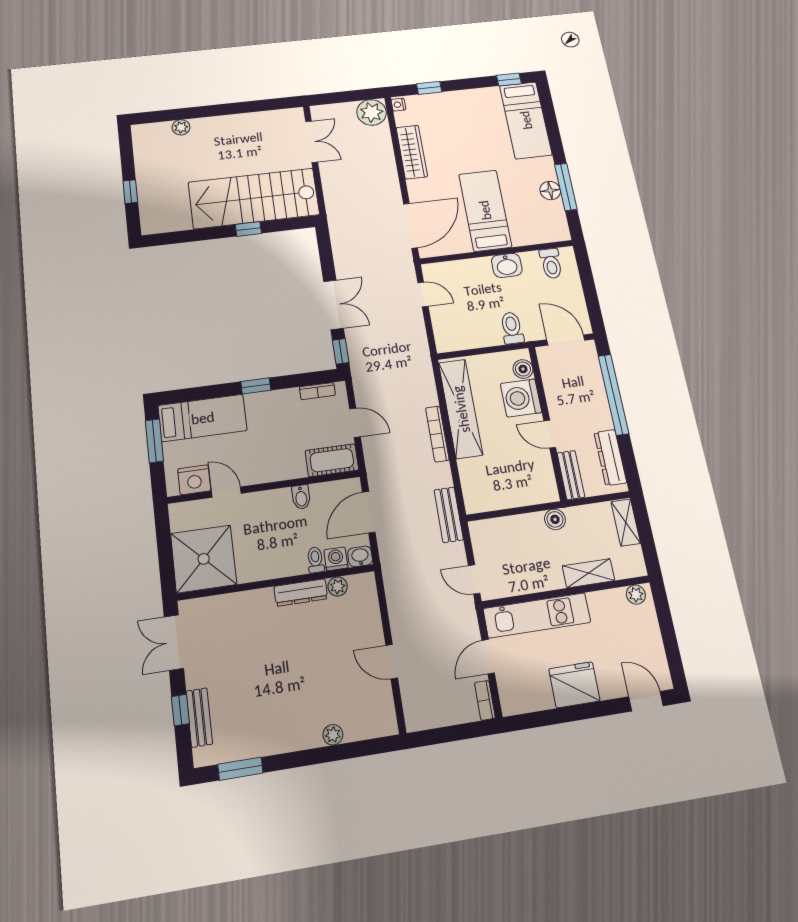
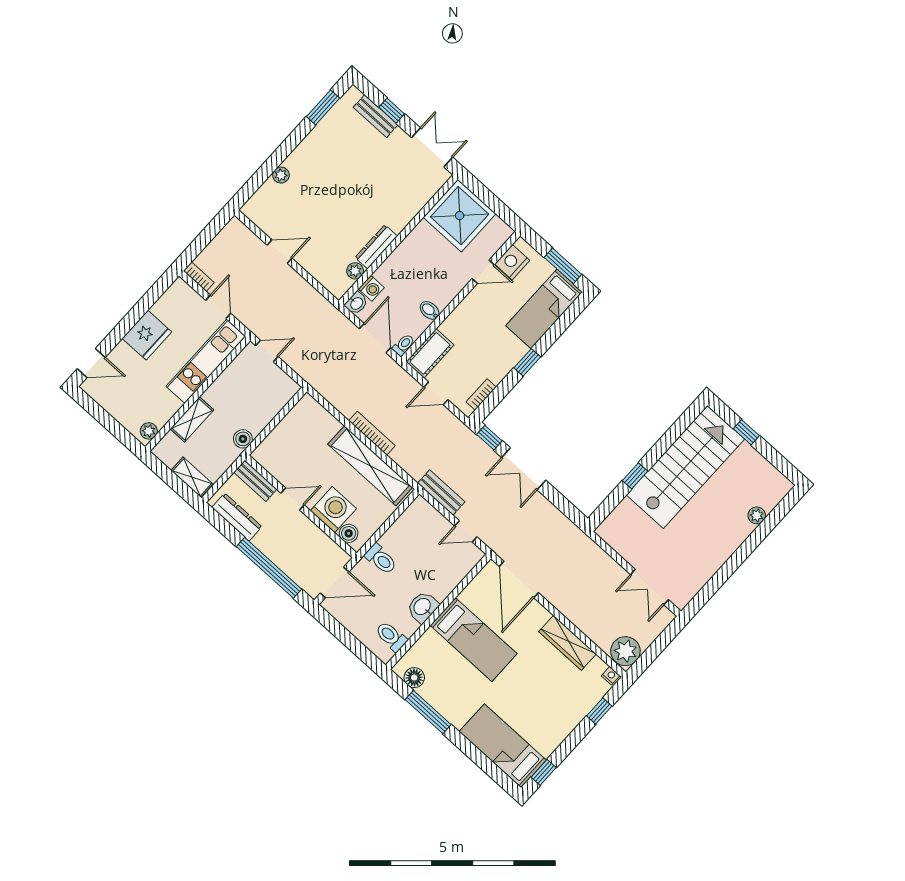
floor lamp: (550, 191) -> (414, 678), moved
stairs: (254, 198) -> (685, 467), moved
bench: (449, 515) -> (441, 493), moved
toilet: (315, 560) -> (403, 345), moved, turned -90

